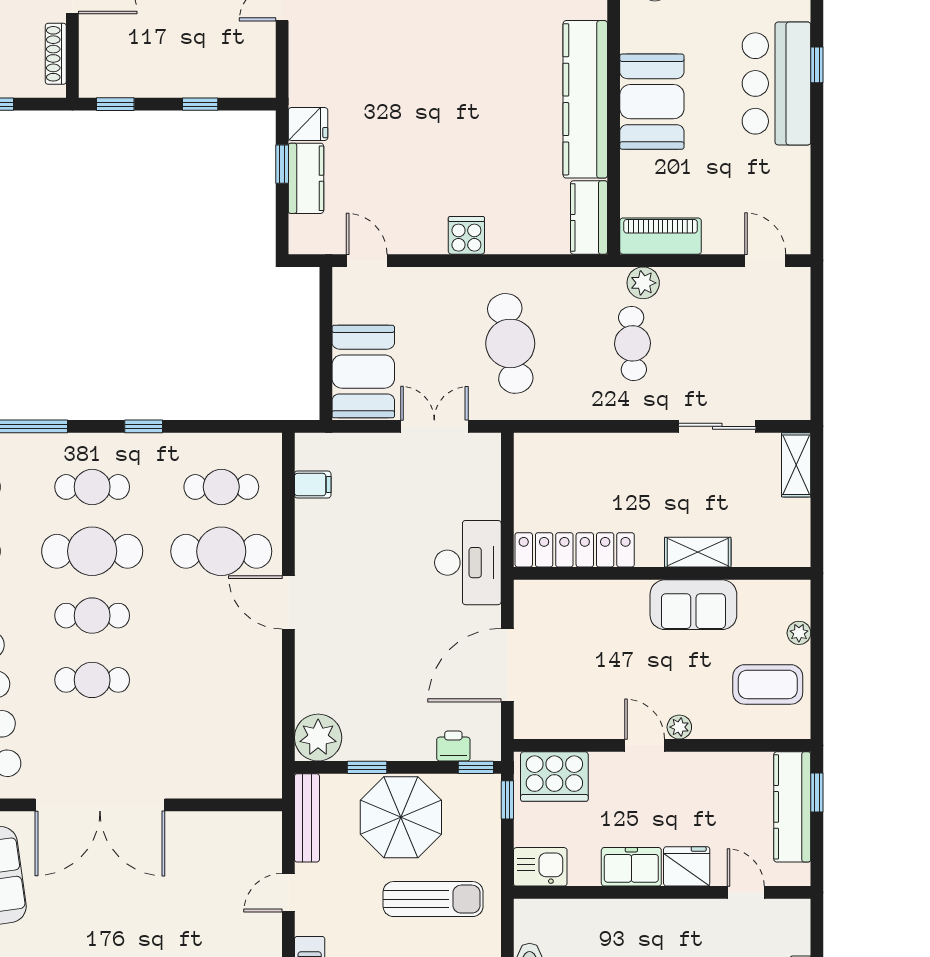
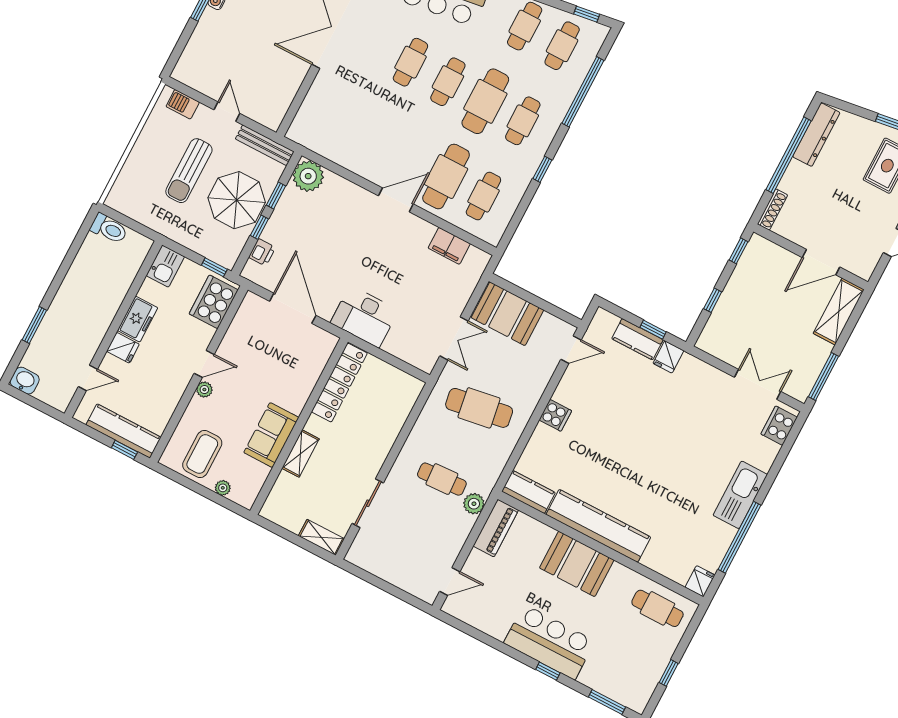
shoe rack: (56, 54) -> (773, 209), moved, turned 90
filing cabinet: (313, 485) -> (449, 246), width x2.00
window: (476, 767) -> (259, 227), moved
fridge: (687, 866) -> (123, 348), width x0.72
sun lounger: (433, 899) -> (189, 171), moved

